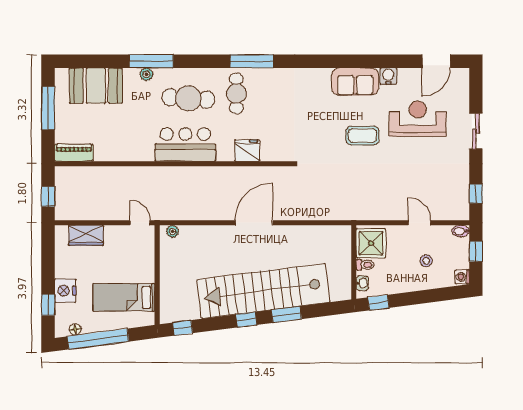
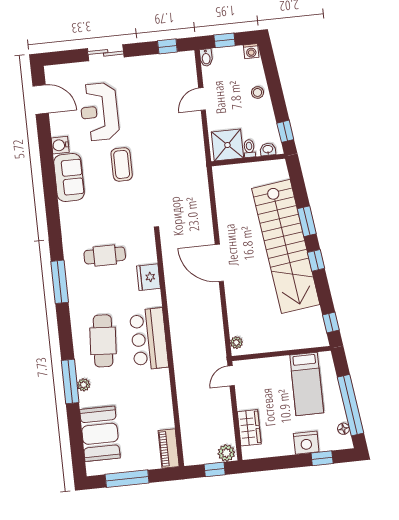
cafe table: (236, 93) -> (105, 255), moved
plant: (63, 210) -> (226, 453), added
stool: (426, 261) -> (257, 92), moved

